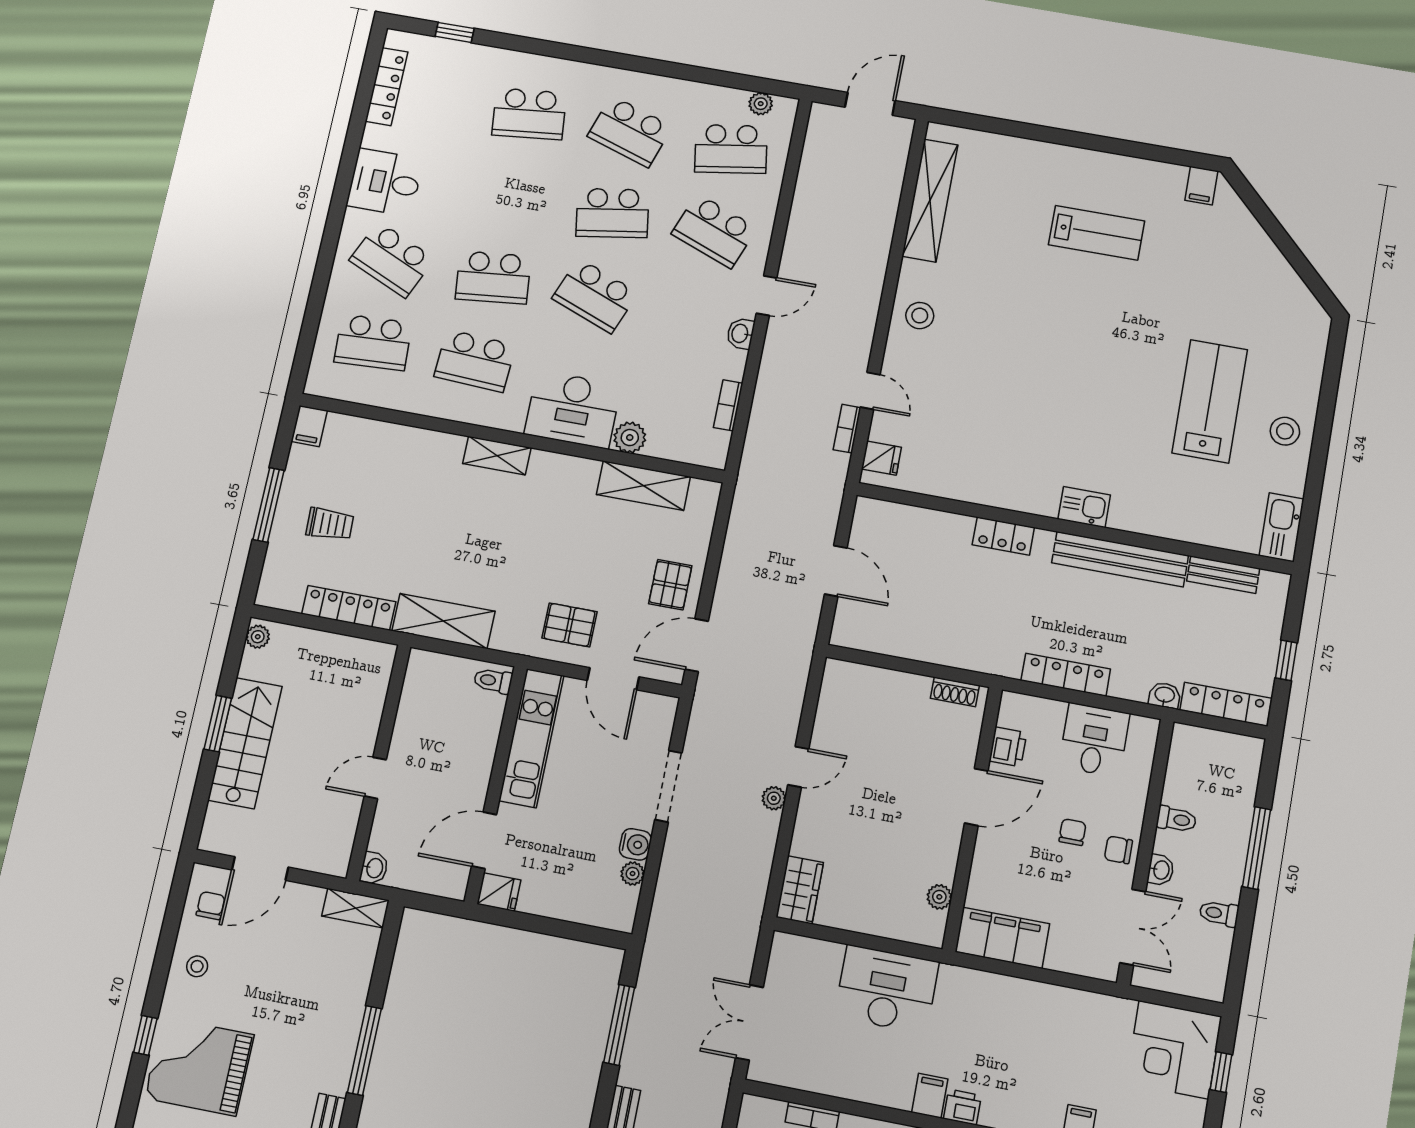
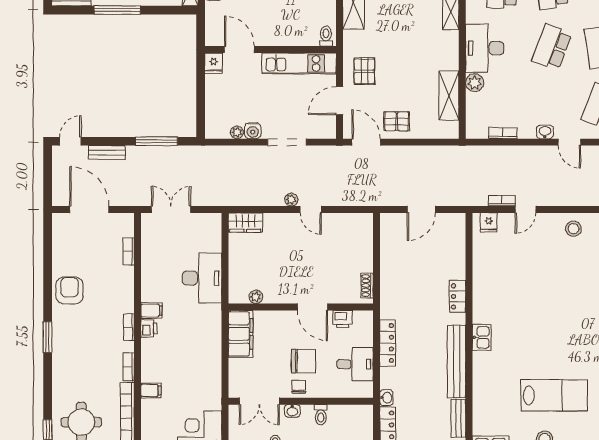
chair: (1072, 832) -> (303, 361), width x1.87, depth x1.87

